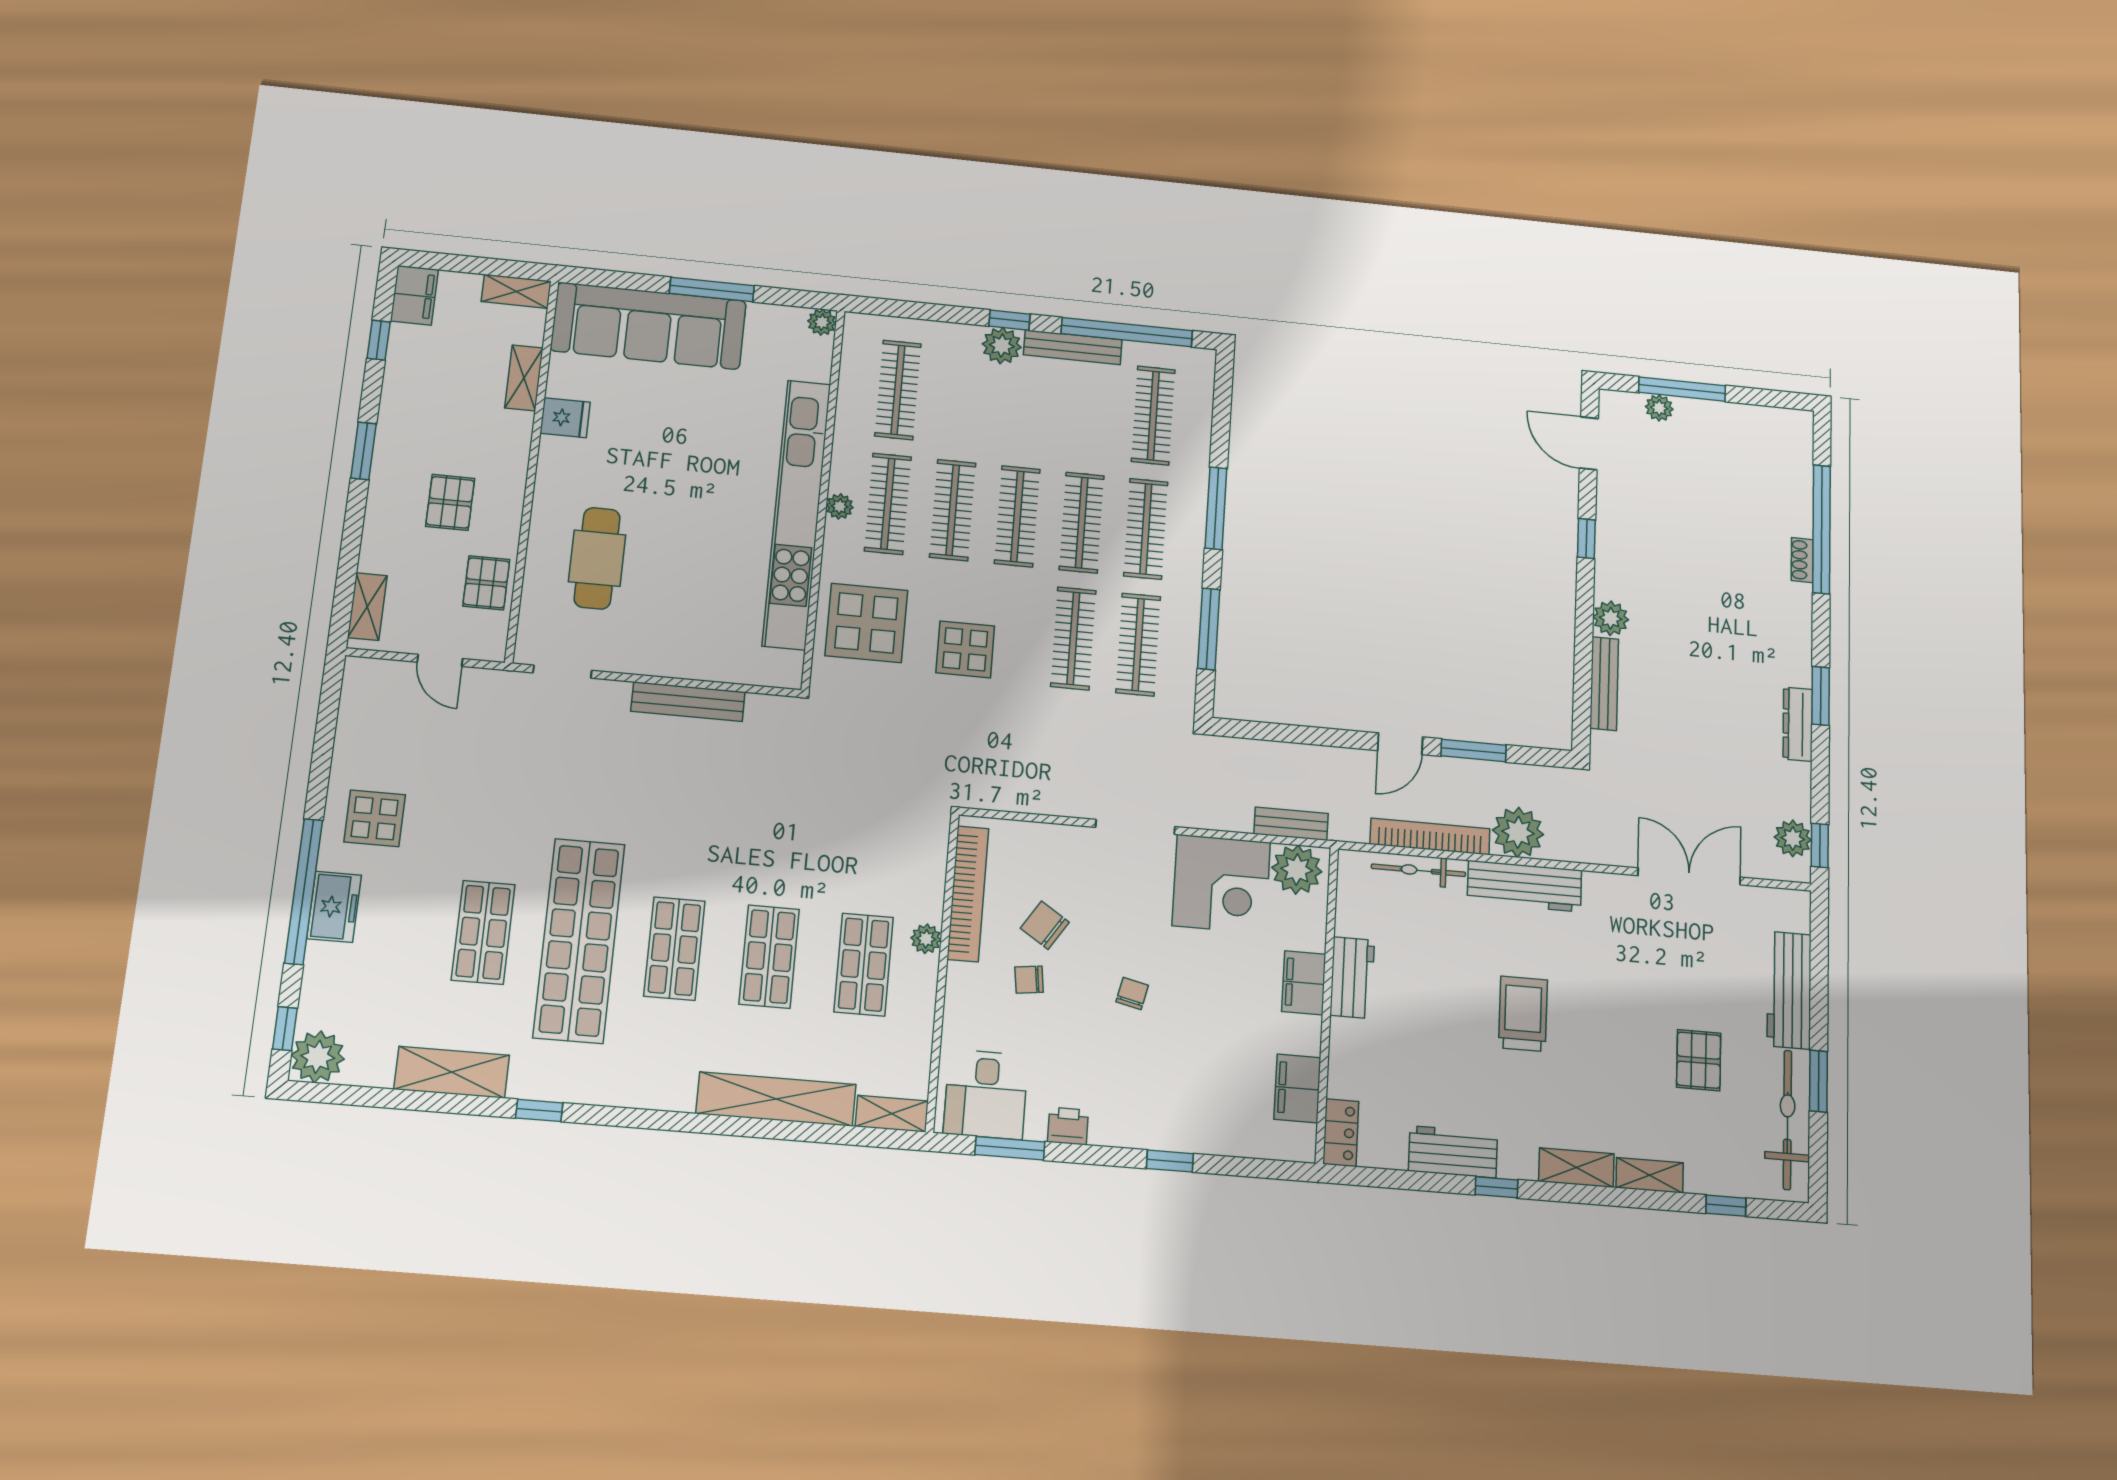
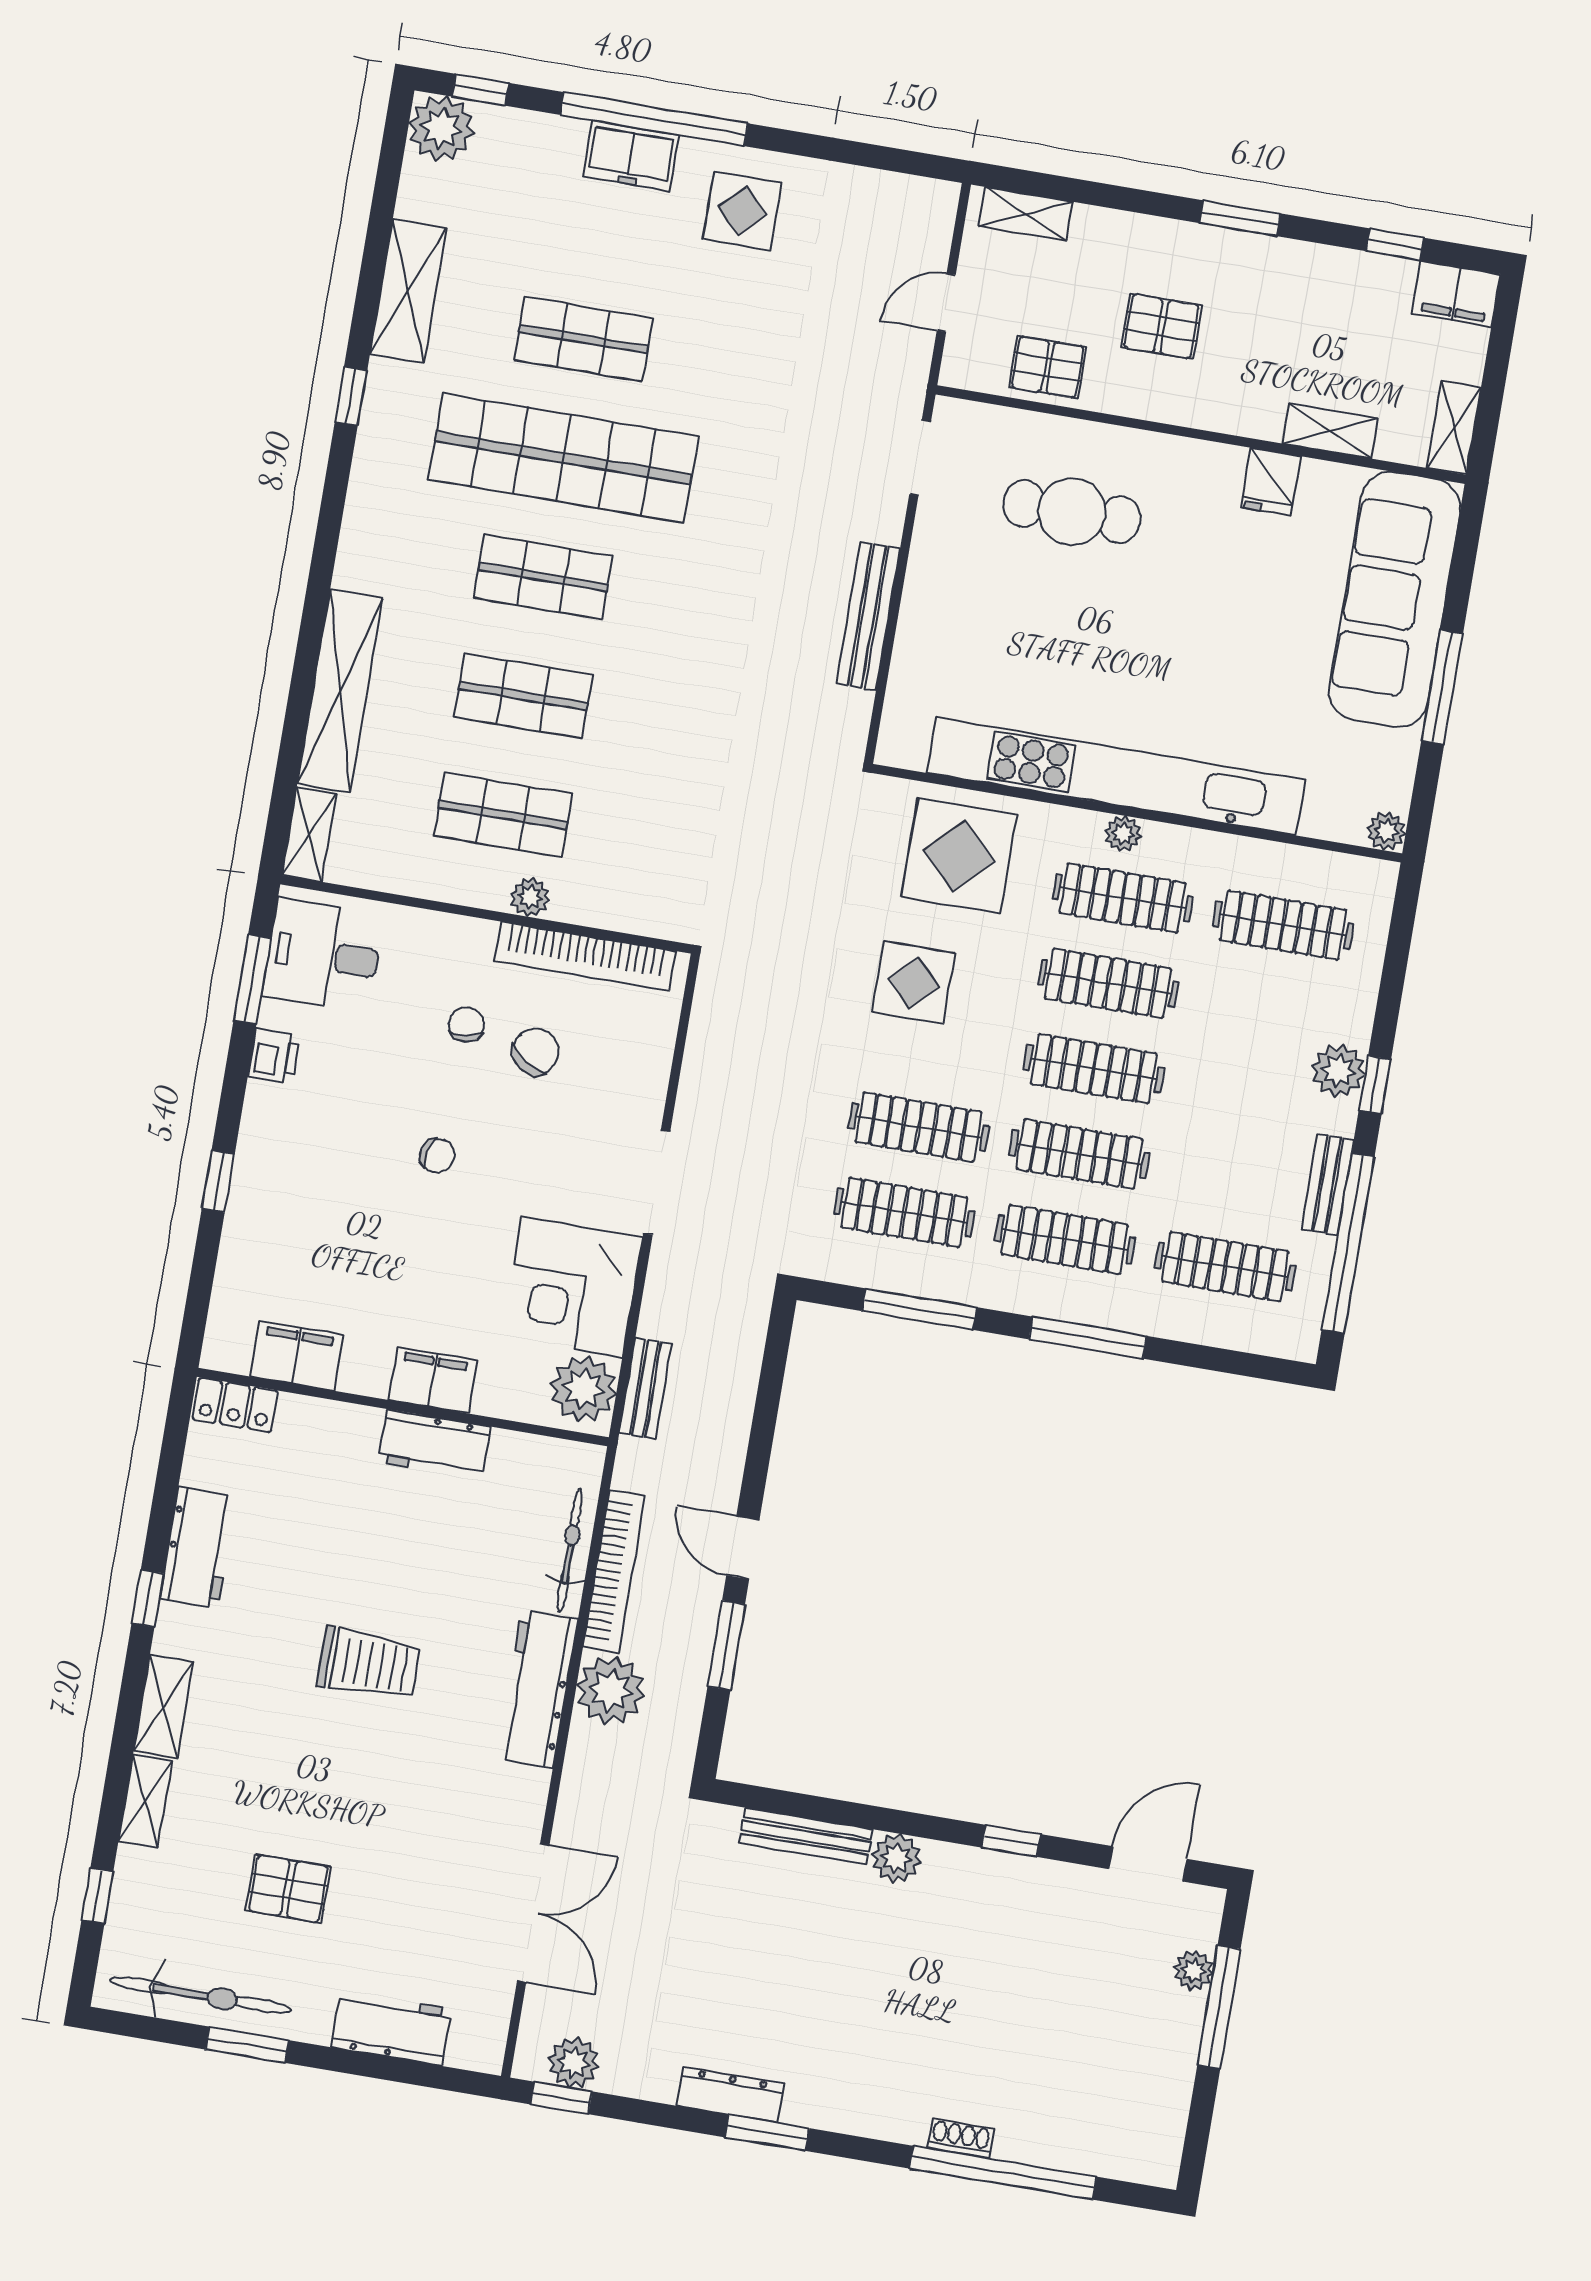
bench: (1073, 347) -> (1328, 1185), width x0.73
workbench: (1789, 990) -> (391, 2028), width x0.73

